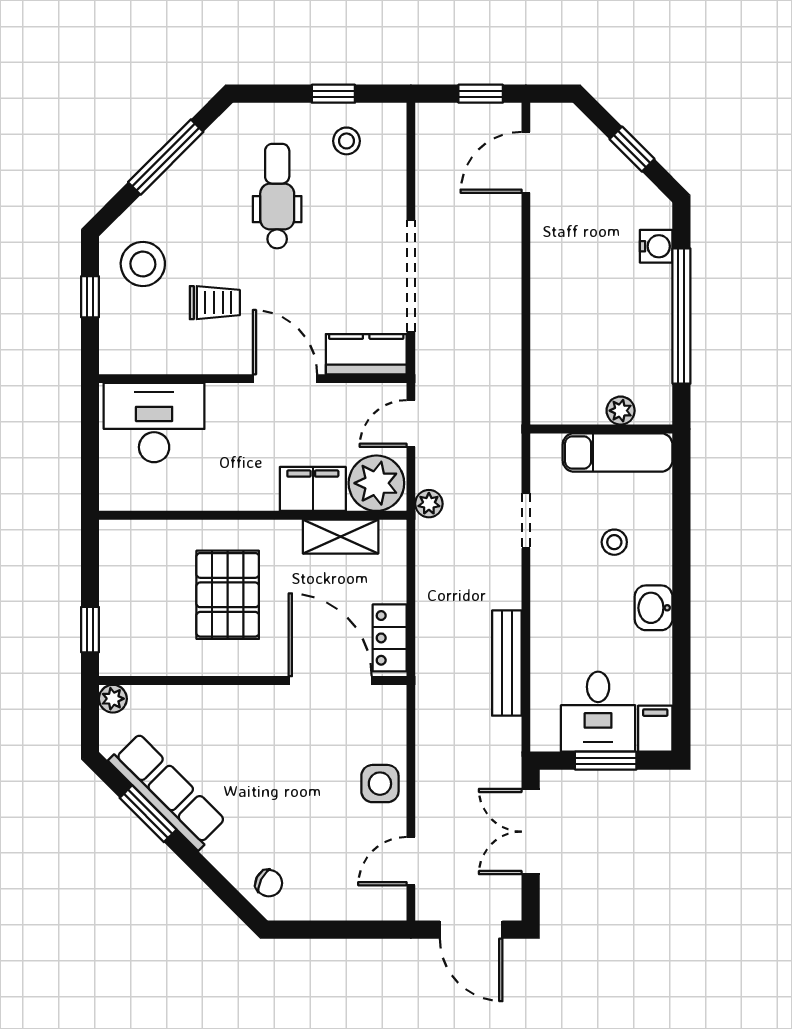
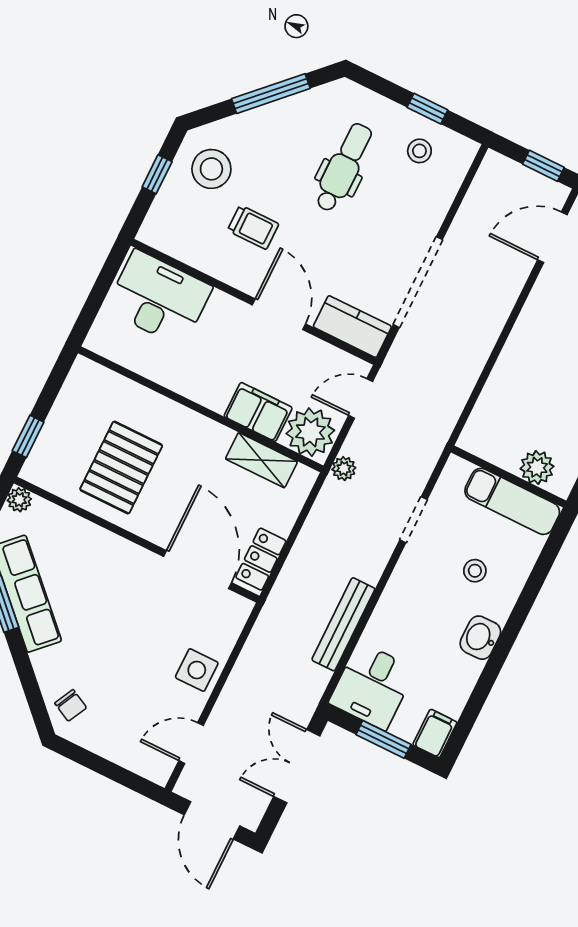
plant: (621, 411) -> (537, 467), width x1.38, depth x1.38
pallet: (228, 595) -> (121, 468), moved
desk: (598, 712) -> (372, 686), moved

